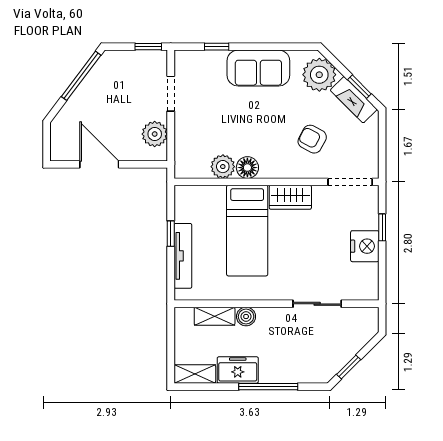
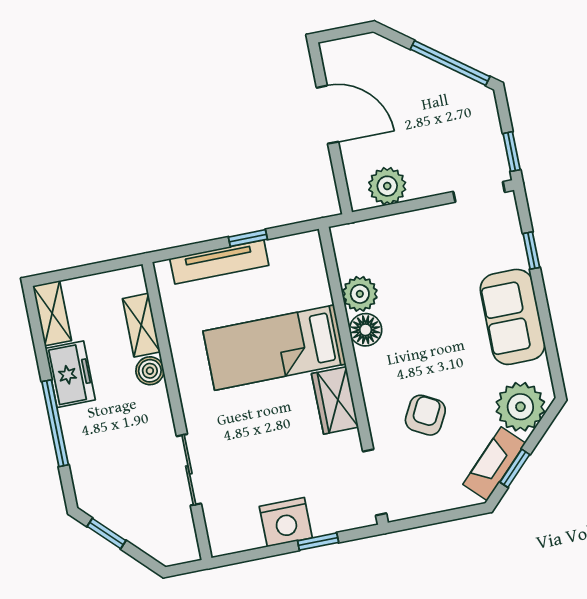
doorway: (171, 94) -> (479, 192), moved
door: (99, 164) -> (327, 115), hinge flipped

